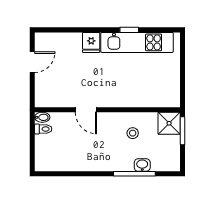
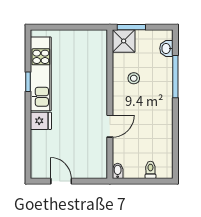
toilet: (43, 129) -> (150, 170), moved
washbasin: (142, 165) -> (166, 48), moved

